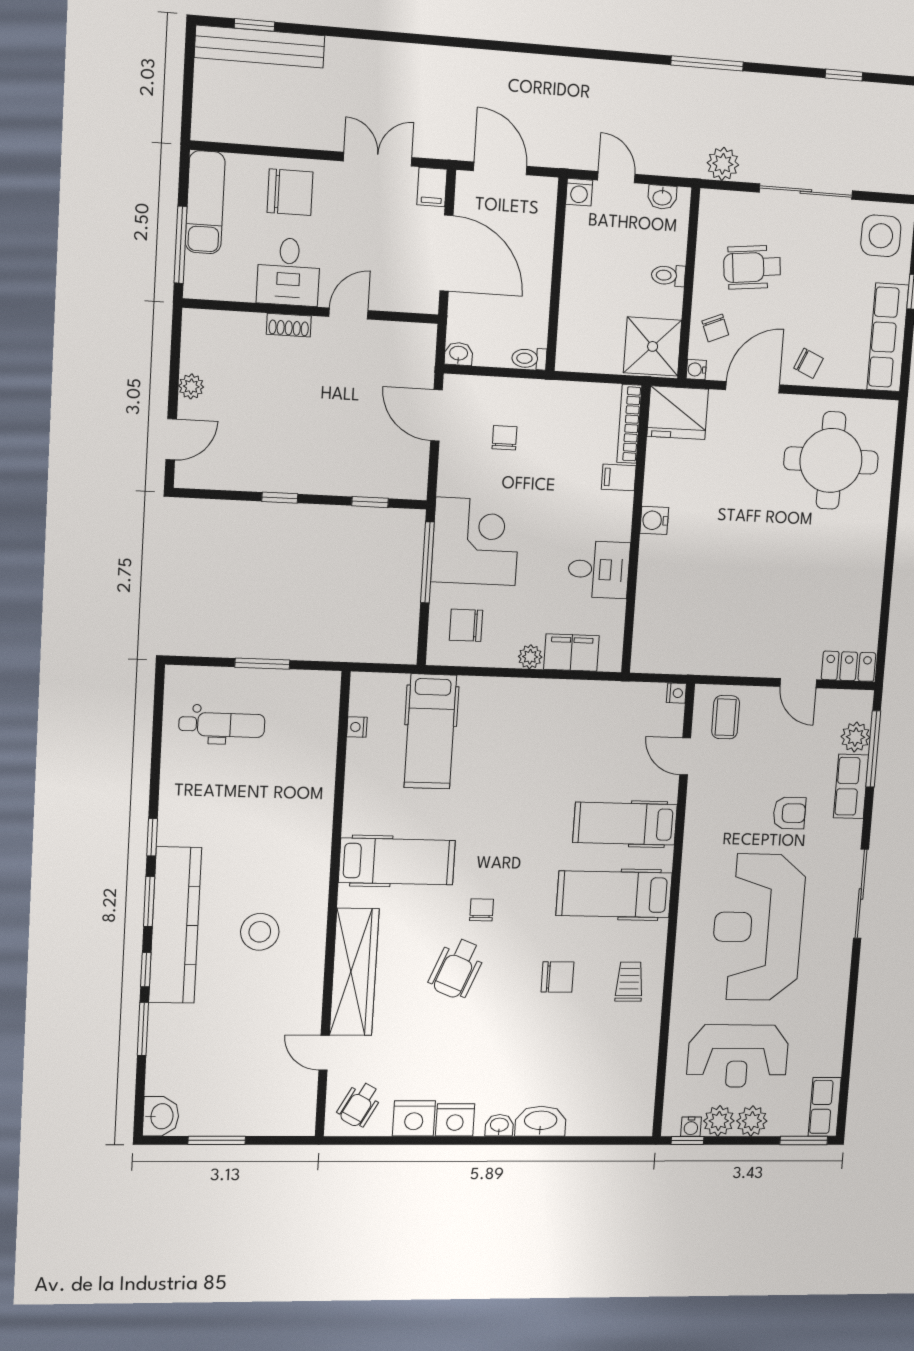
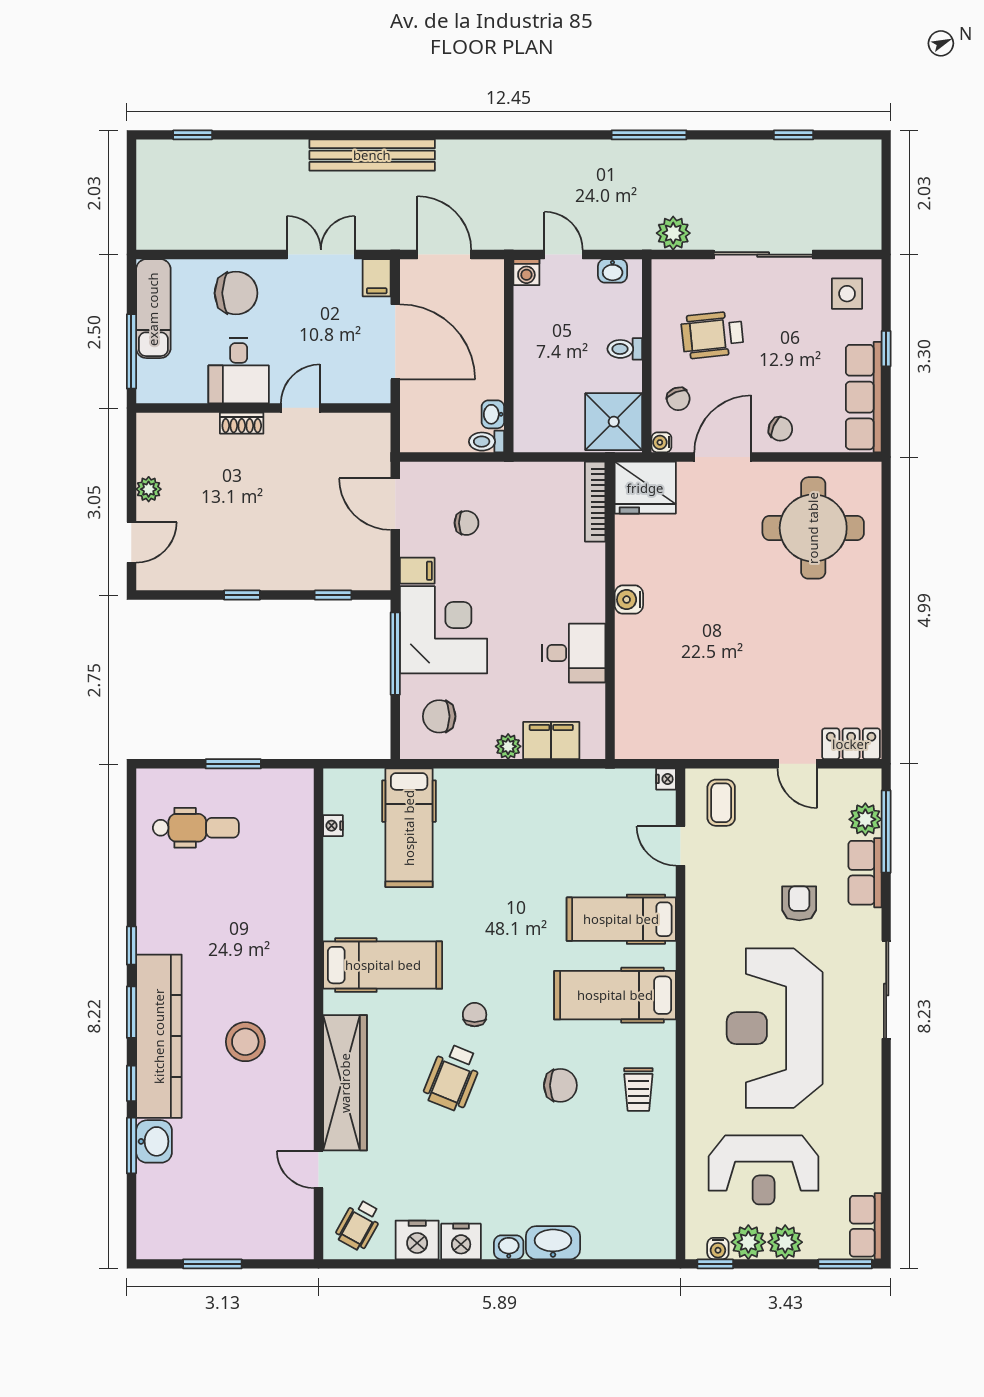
bench: (260, 47) -> (372, 155), moved
side table: (881, 236) -> (847, 294), width x0.73, depth x0.73
washbasin: (459, 354) -> (493, 414), moved, turned -90
chair: (505, 438) -> (467, 523), turned 90
filing cabinet: (619, 477) -> (417, 571), moved, turned 180
armchair: (789, 813) -> (799, 903), turned -90
trolley: (629, 982) -> (638, 1089), turned 180
washbasin: (161, 1116) -> (154, 1141), moved

